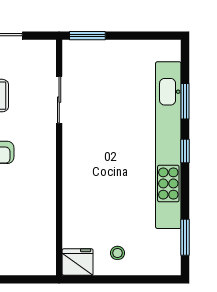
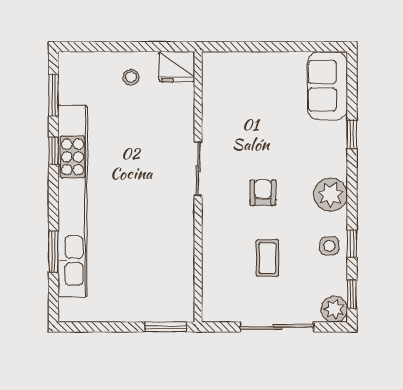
sliding door: (59, 100) -> (198, 169), moved
window: (185, 151) -> (53, 151), moved

